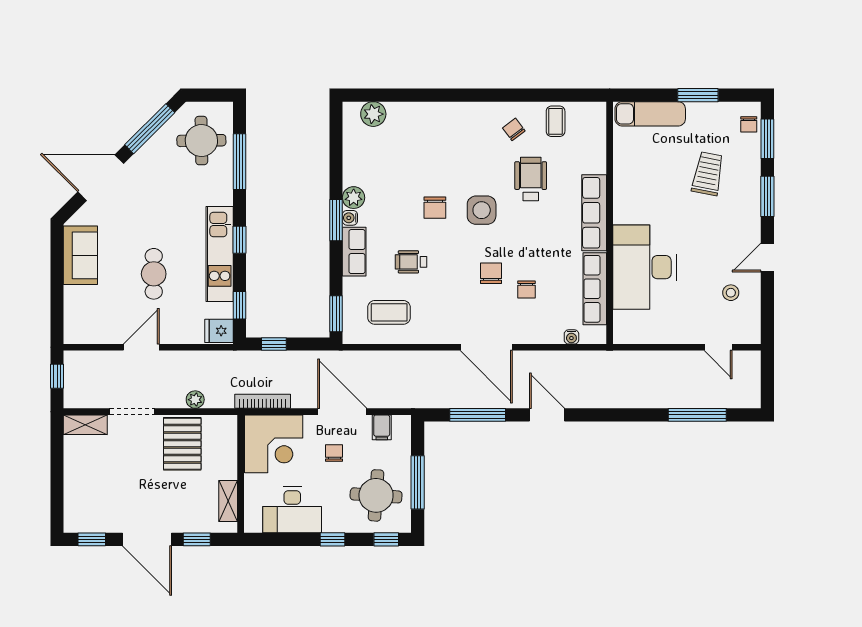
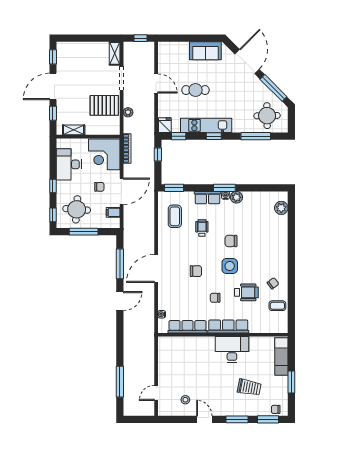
desk: (644, 267) -> (232, 350), moved, width x0.73, depth x0.77
chair: (526, 290) -> (215, 298), moved

